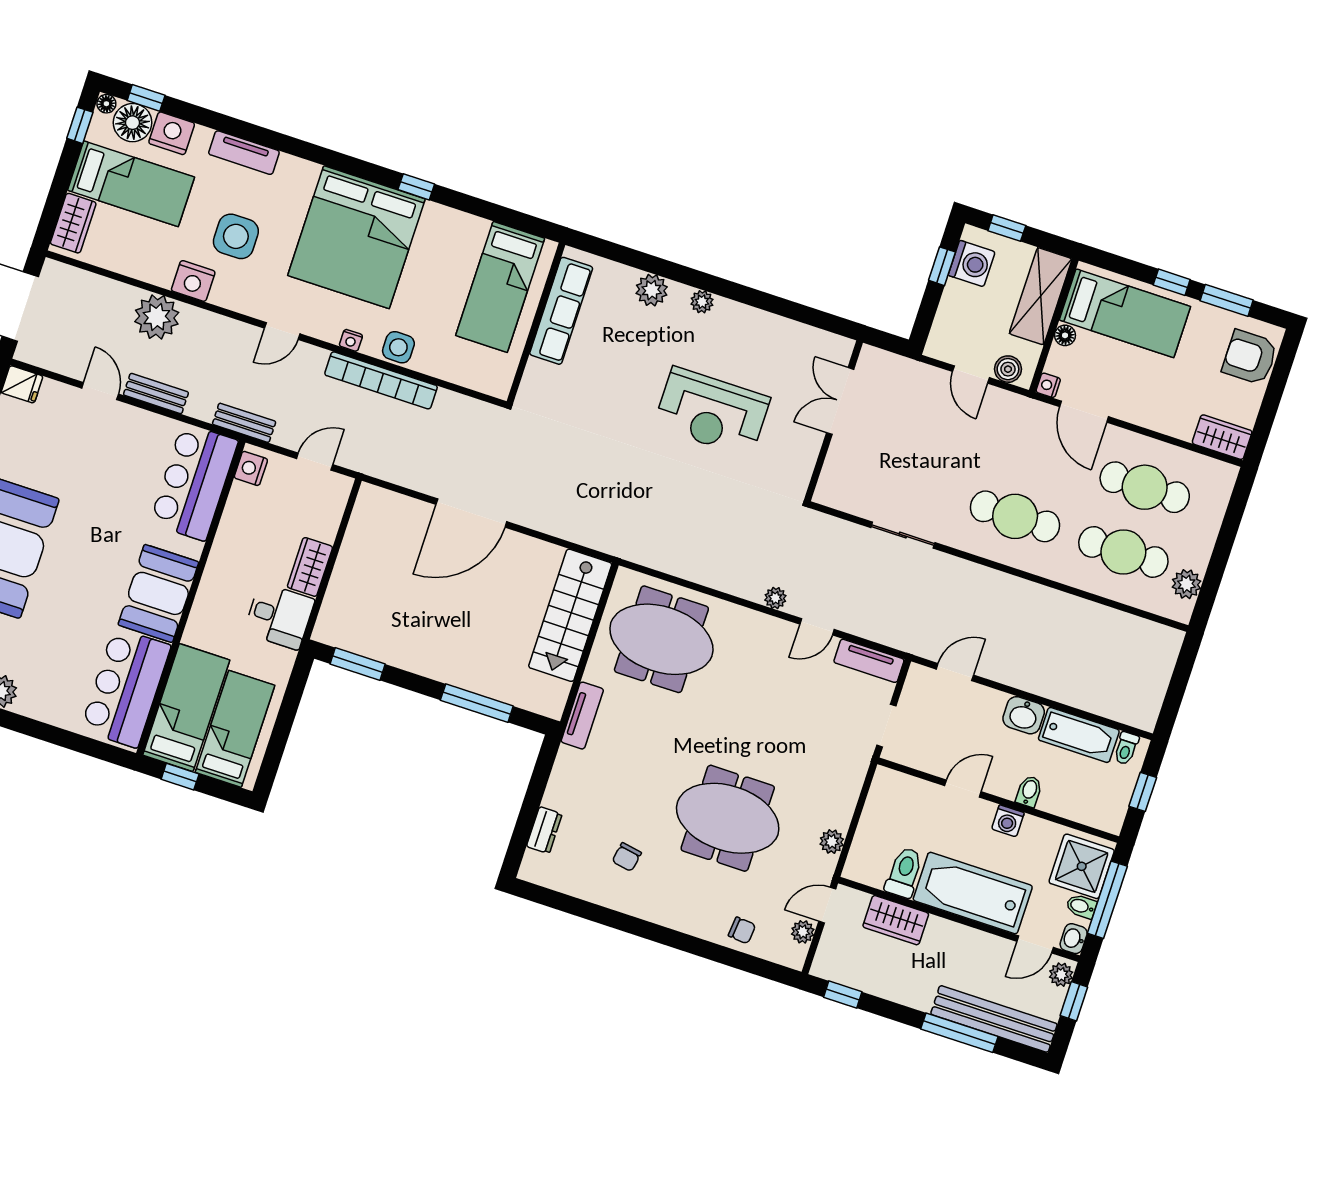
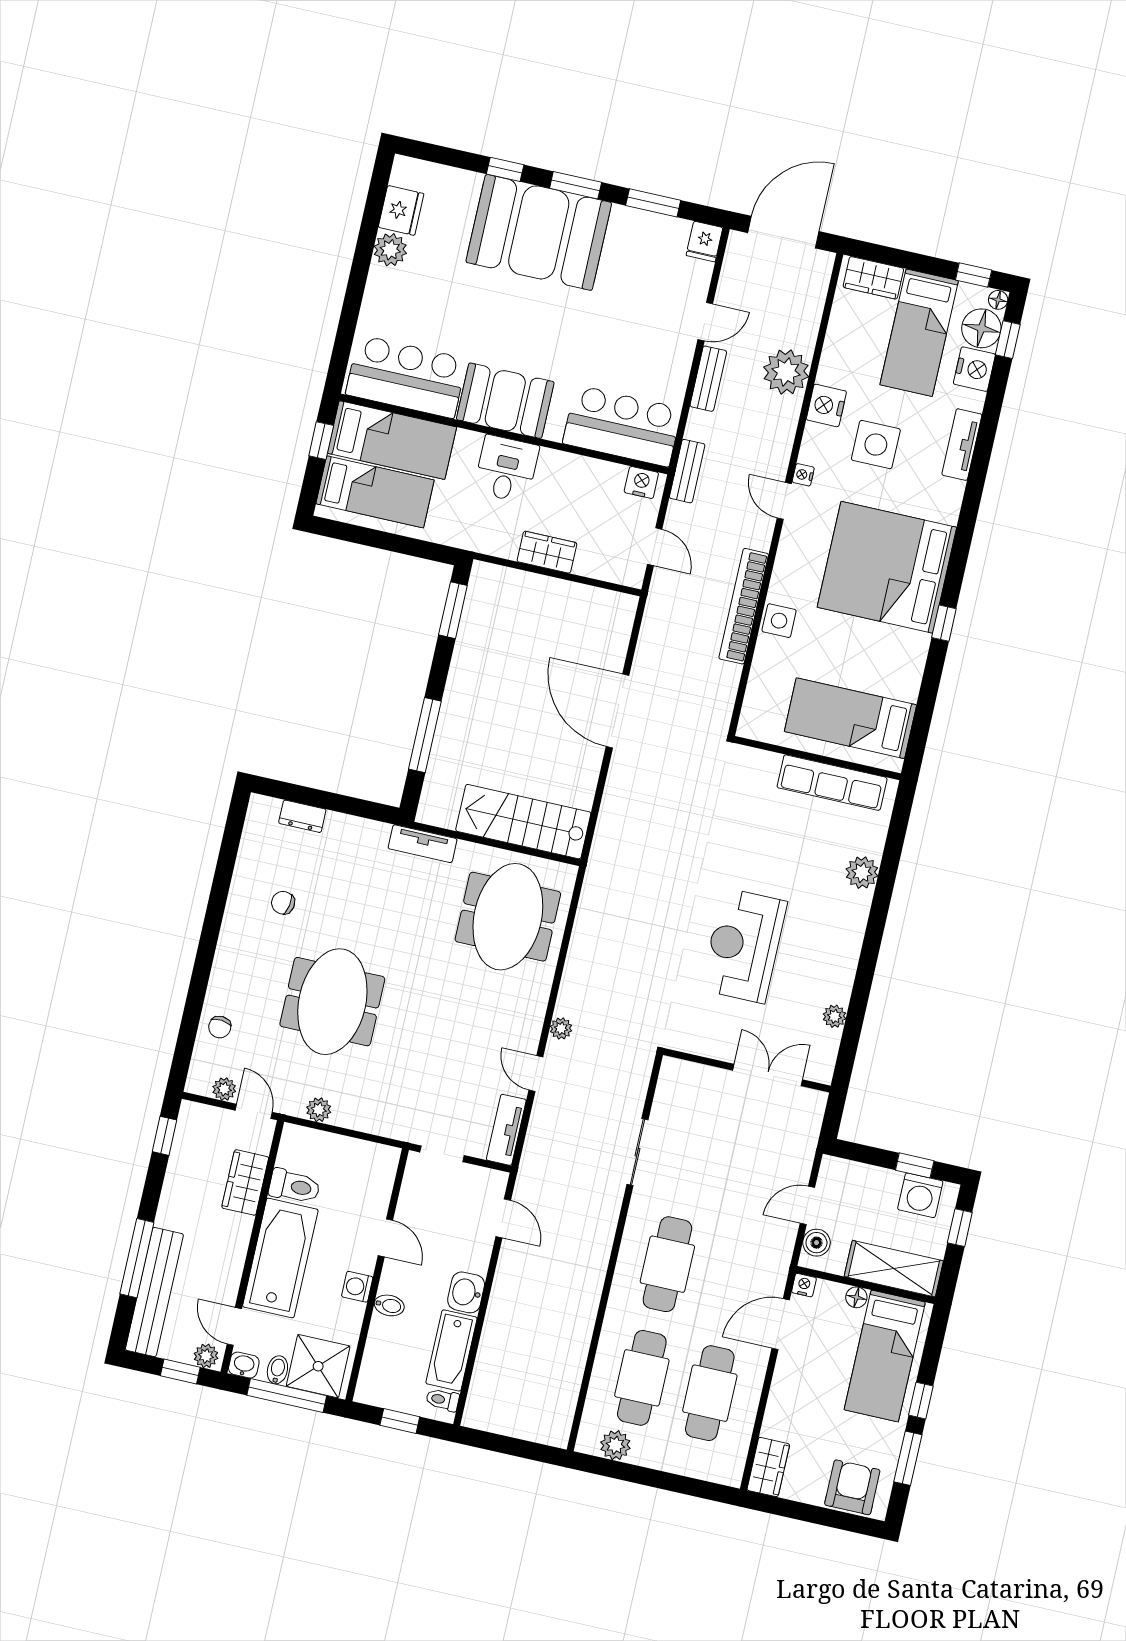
plant: (702, 302) -> (834, 1016), moved
nightstand: (351, 340) -> (803, 475), moved
desk: (279, 616) -> (506, 469), moved, turned 180

